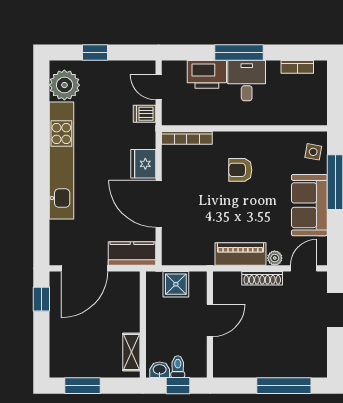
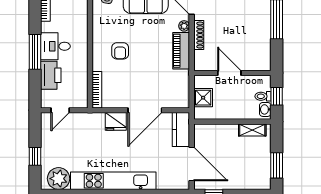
dishwasher: (144, 114) -> (79, 120), removed

